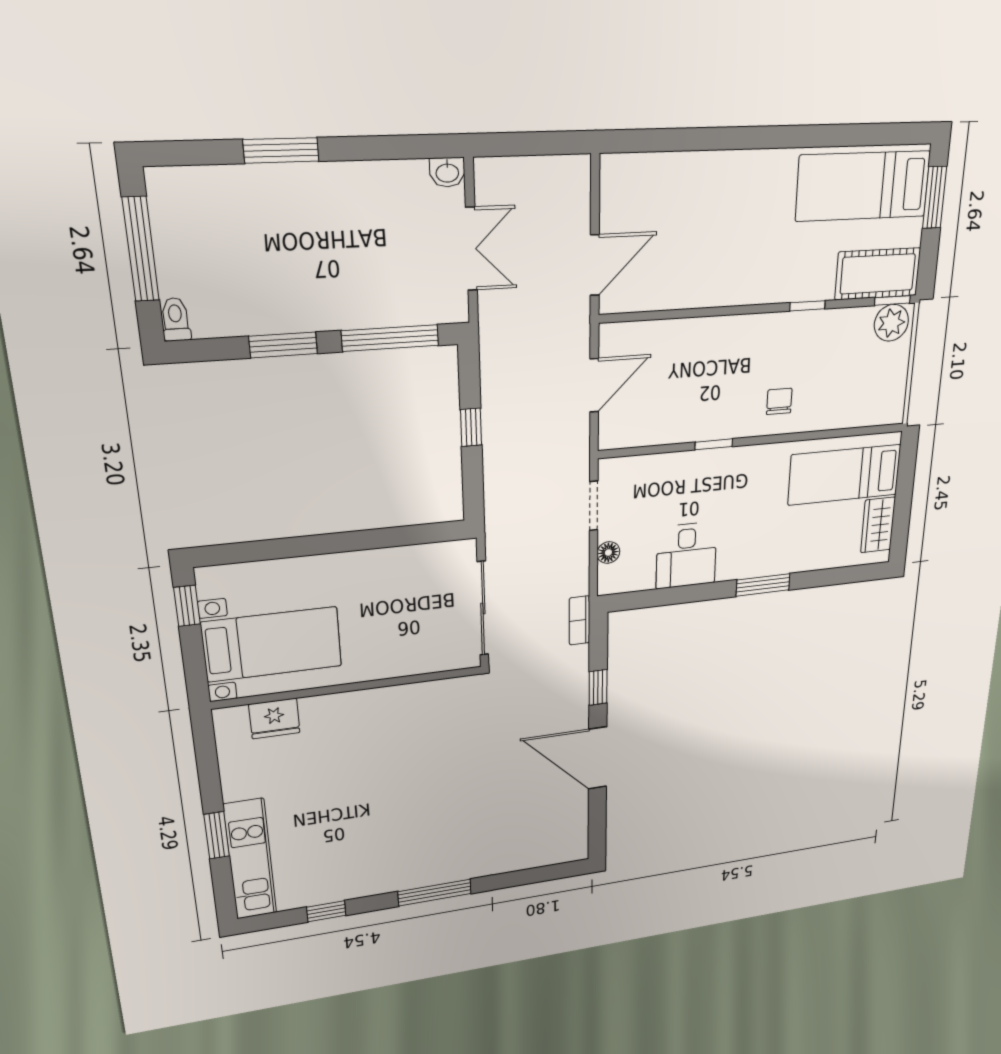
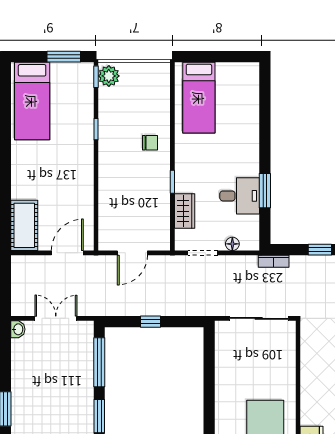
window: (935, 197) -> (64, 57), moved
door: (595, 265) -> (67, 253), hinge flipped
cot: (878, 274) -> (24, 225), moved
door: (594, 385) -> (132, 253), swing flipped
chair: (779, 401) -> (150, 143), turned 180
wardrobe: (878, 525) -> (185, 211), moved, turned -90
window: (763, 585) -> (265, 191), moved

